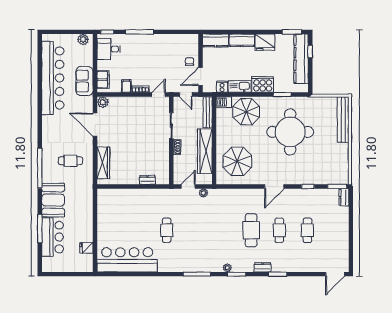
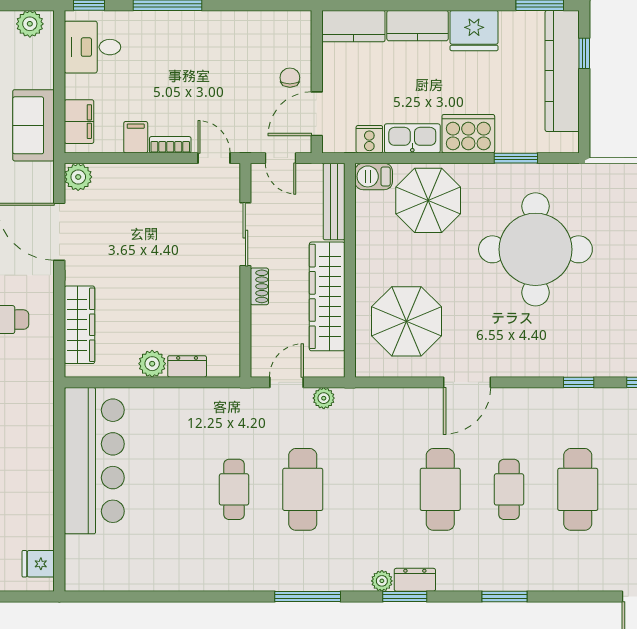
door: (158, 95) -> (214, 158), hinge flipped
plant: (133, 179) -> (152, 364), added
door: (274, 186) -> (467, 382), moved
cafe table: (195, 230) -> (303, 489), added
cafe table: (307, 230) -> (578, 489), width x1.37, depth x1.35
fridge: (86, 248) -> (38, 564), moved
bar counter: (127, 260) -> (94, 461), moved, turned 90
dresser: (263, 267) -> (415, 580), moved

